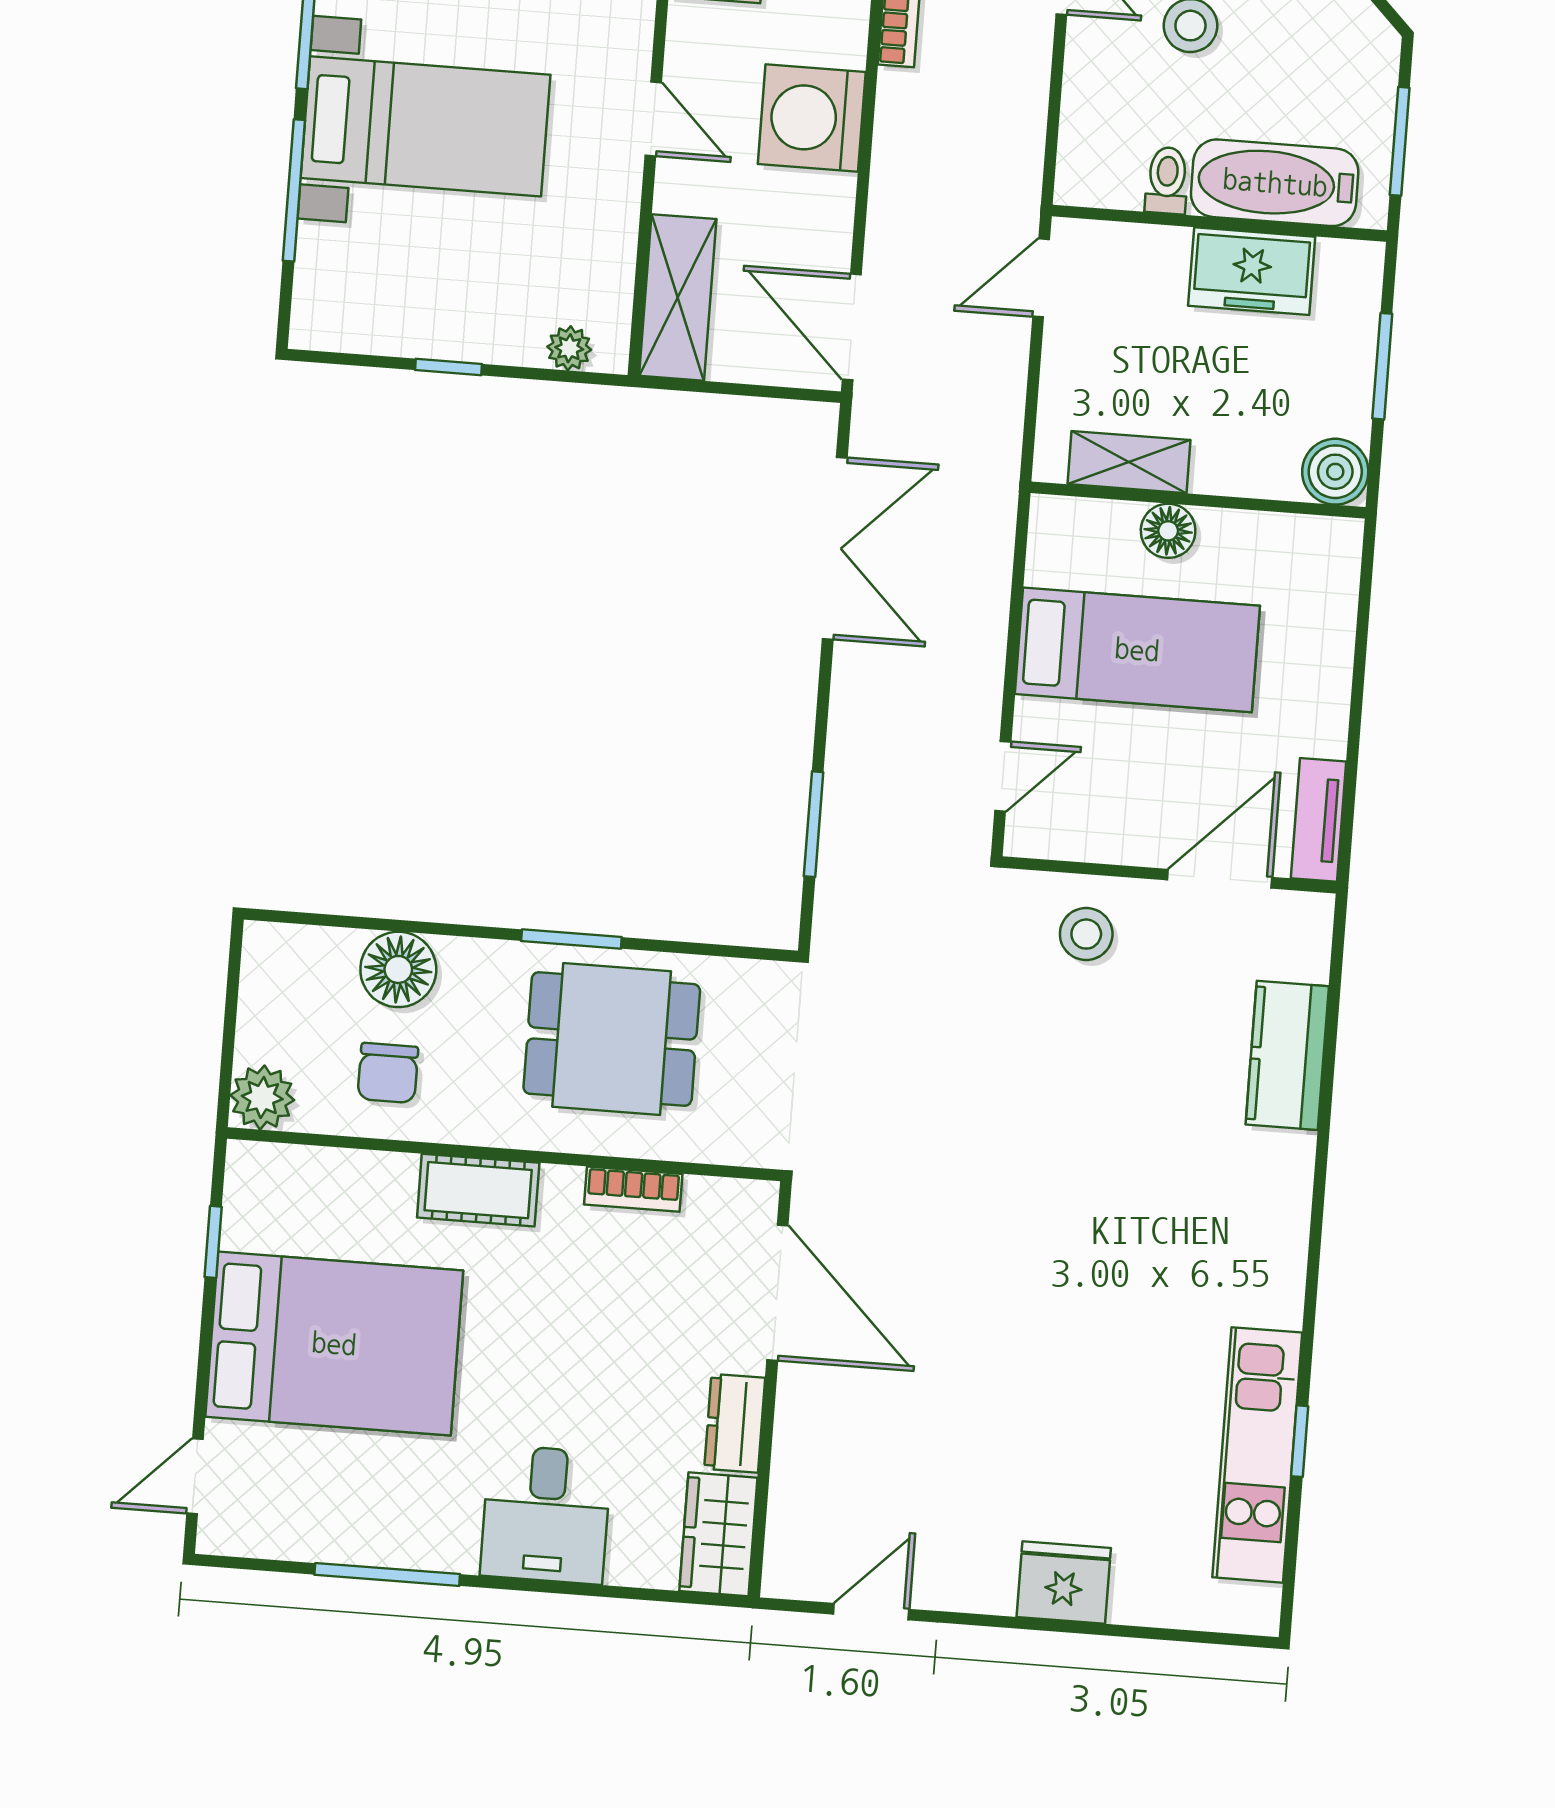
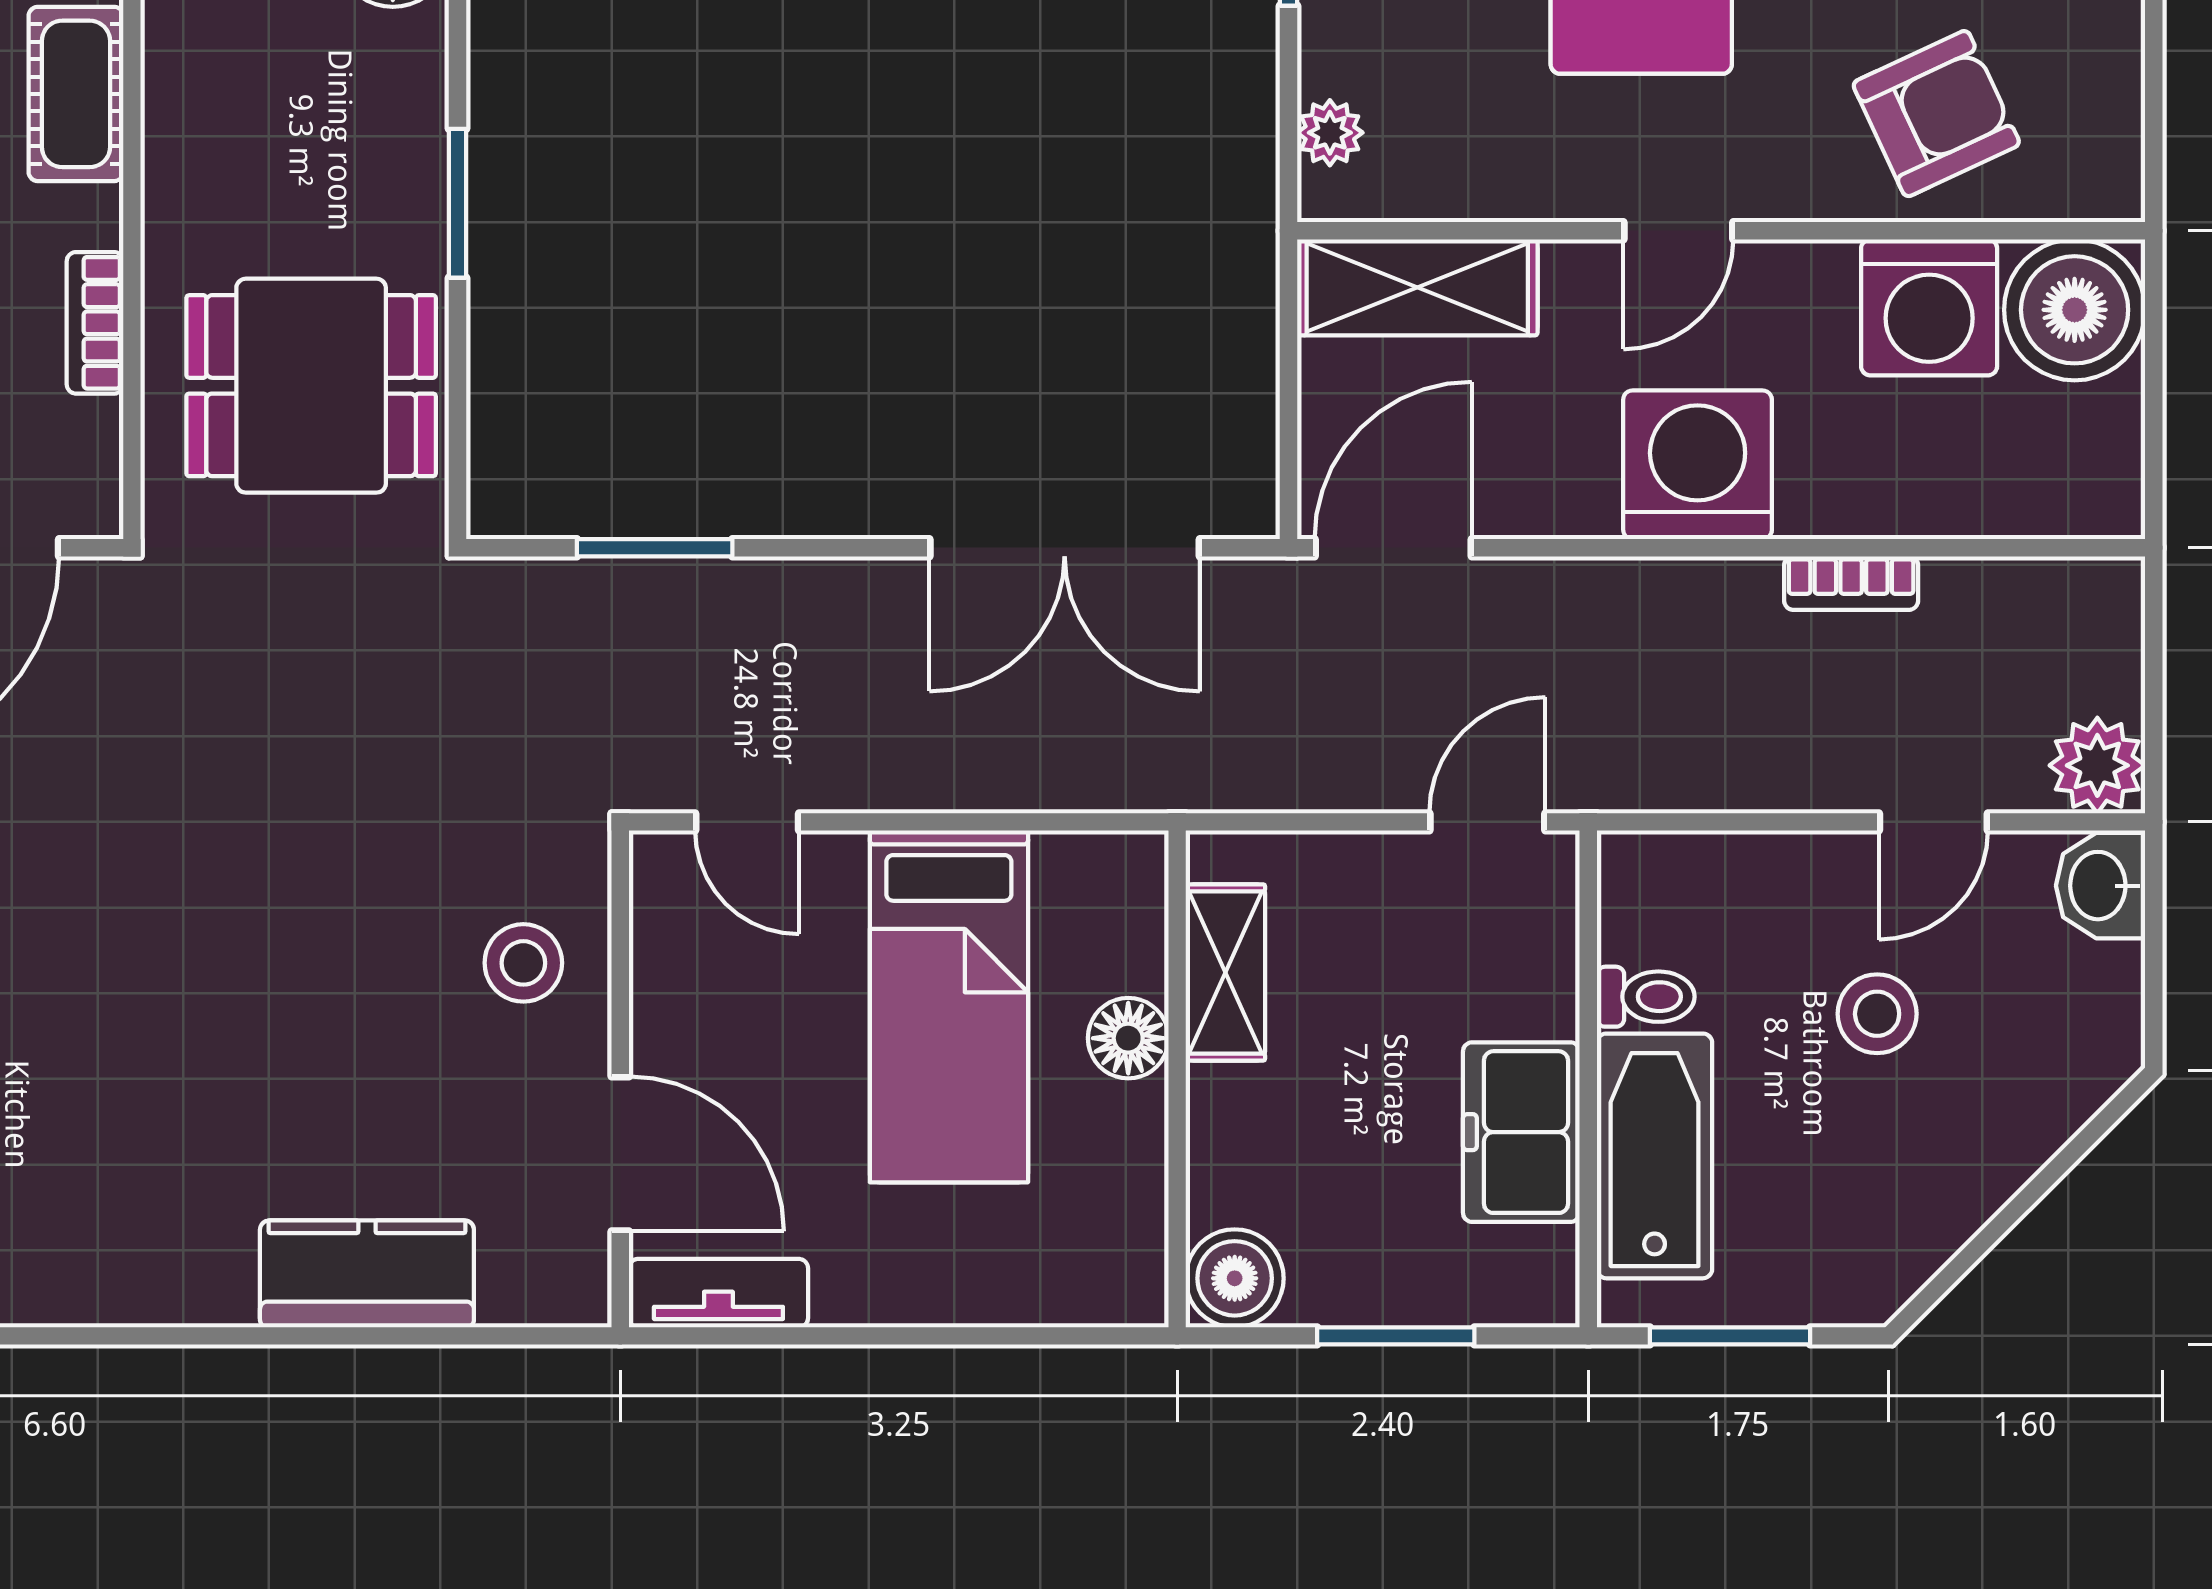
door: (1041, 278) -> (1487, 822), hinge flipped
dining table: (612, 1039) -> (311, 386), moved, turned 90

